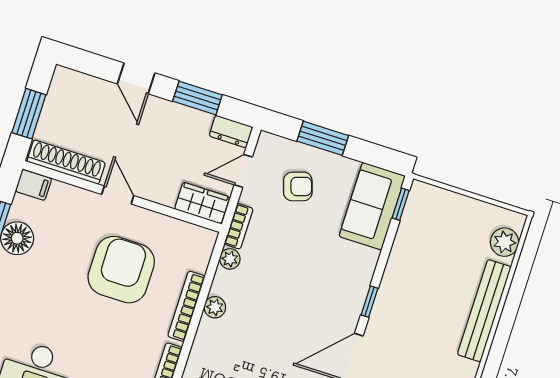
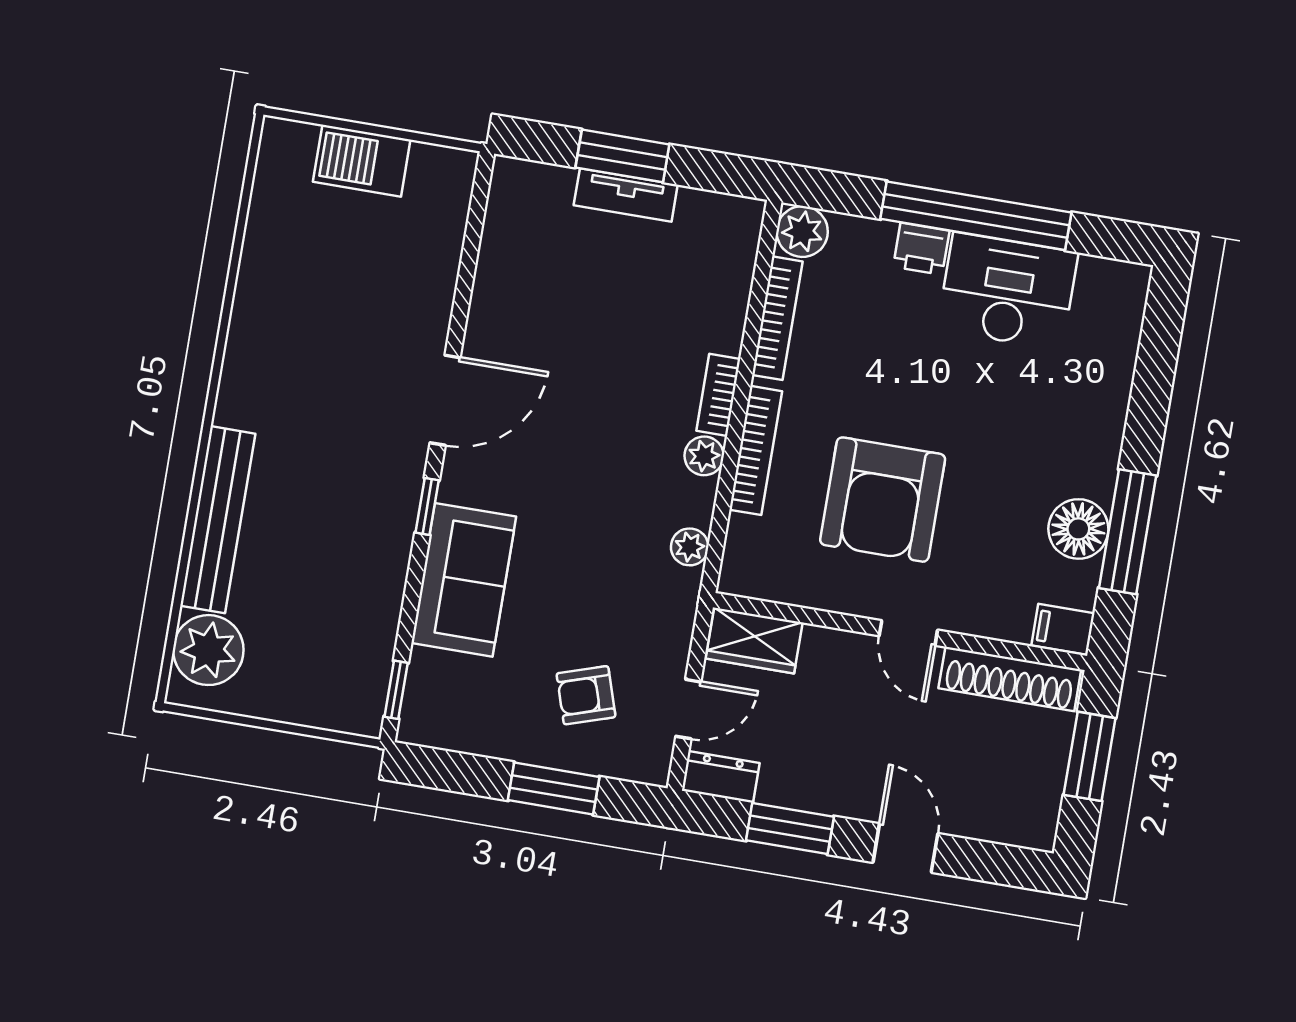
sofa: (372, 206) -> (464, 580), moved
bookcase: (239, 226) -> (718, 395), moved
plant: (504, 242) -> (208, 650), width x1.36, depth x1.36

